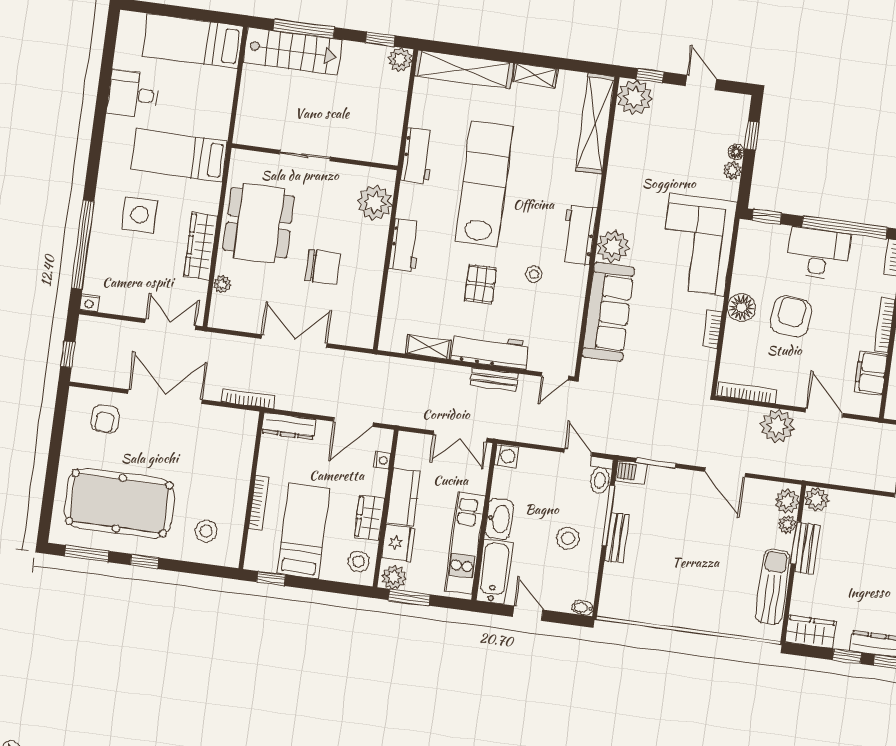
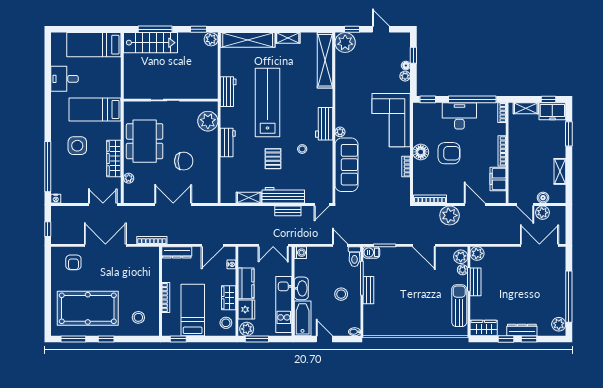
plant: (613, 246) -> (340, 132), width x0.53, depth x0.53
armchair: (791, 316) -> (449, 153), turned 85

